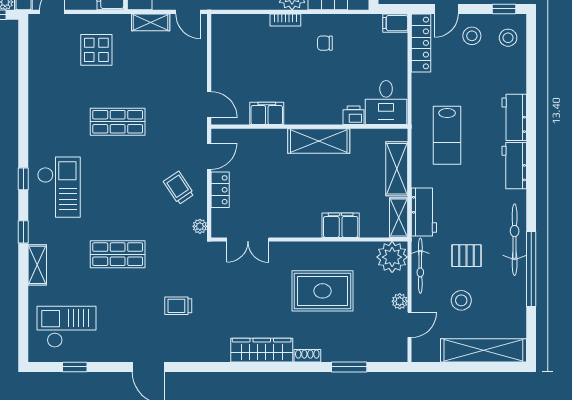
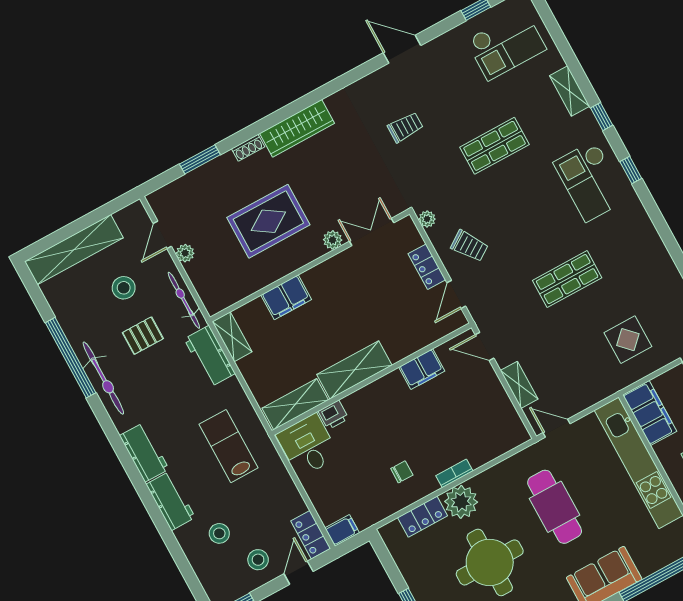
shelving: (151, 22) -> (519, 385), moved, turned 90
stool: (508, 38) -> (219, 533), moved
locker: (421, 43) -> (311, 535), width x0.66
shelving: (397, 169) -> (295, 404), moved, turned 90
plant: (392, 257) -> (333, 240), moved, width x0.53, depth x0.53

